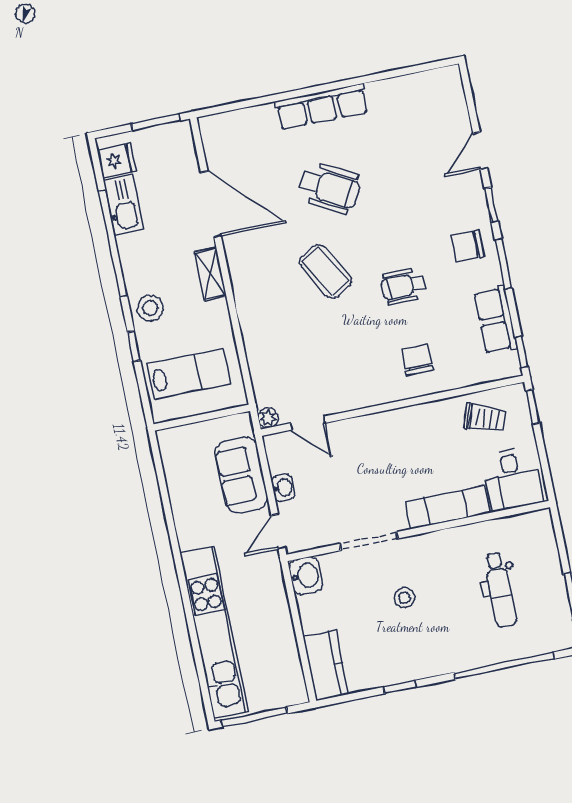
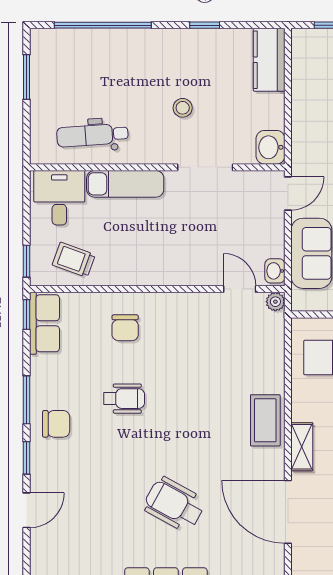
coffee table: (325, 271) -> (265, 420), moved, turned 30
row of seats: (496, 320) -> (44, 323), moved
washbasin: (283, 488) -> (275, 271), moved
dental chair: (500, 590) -> (92, 135), moved, turned -94

